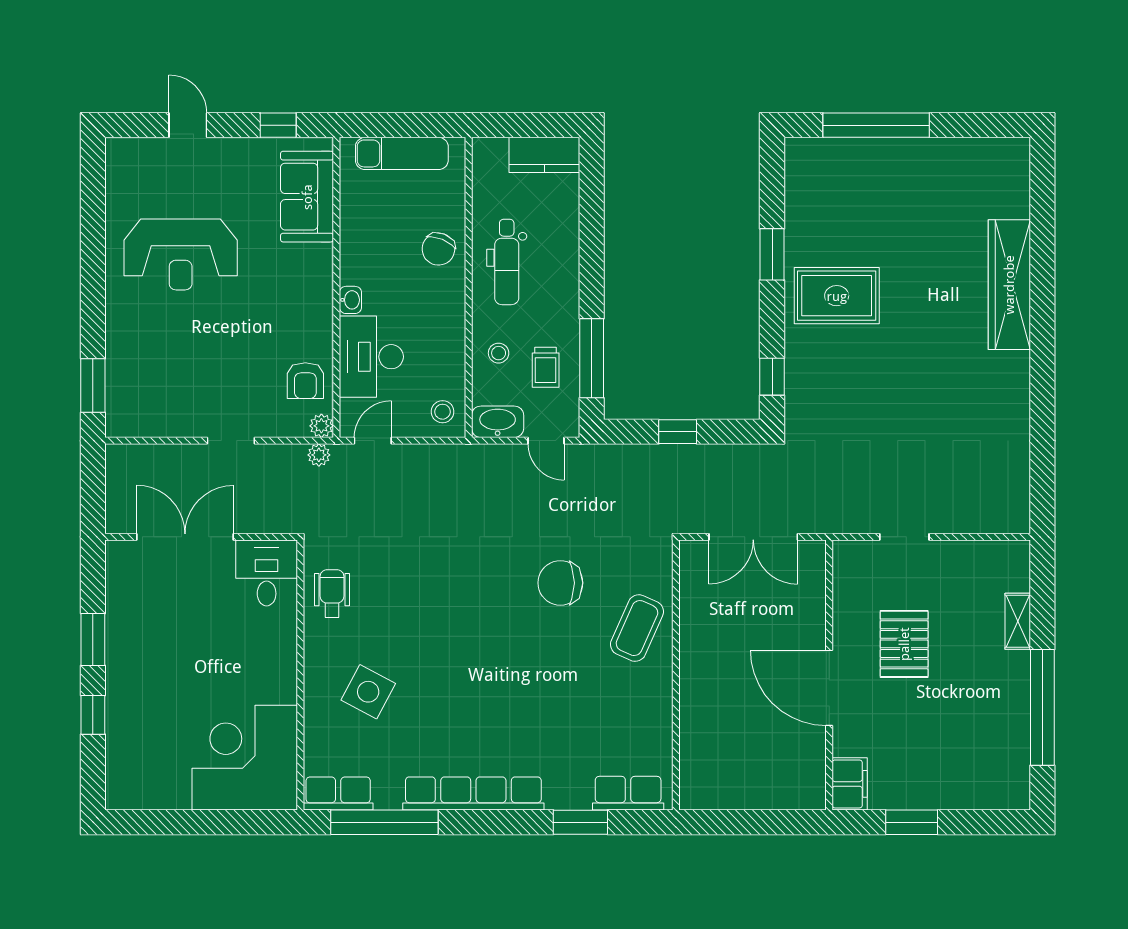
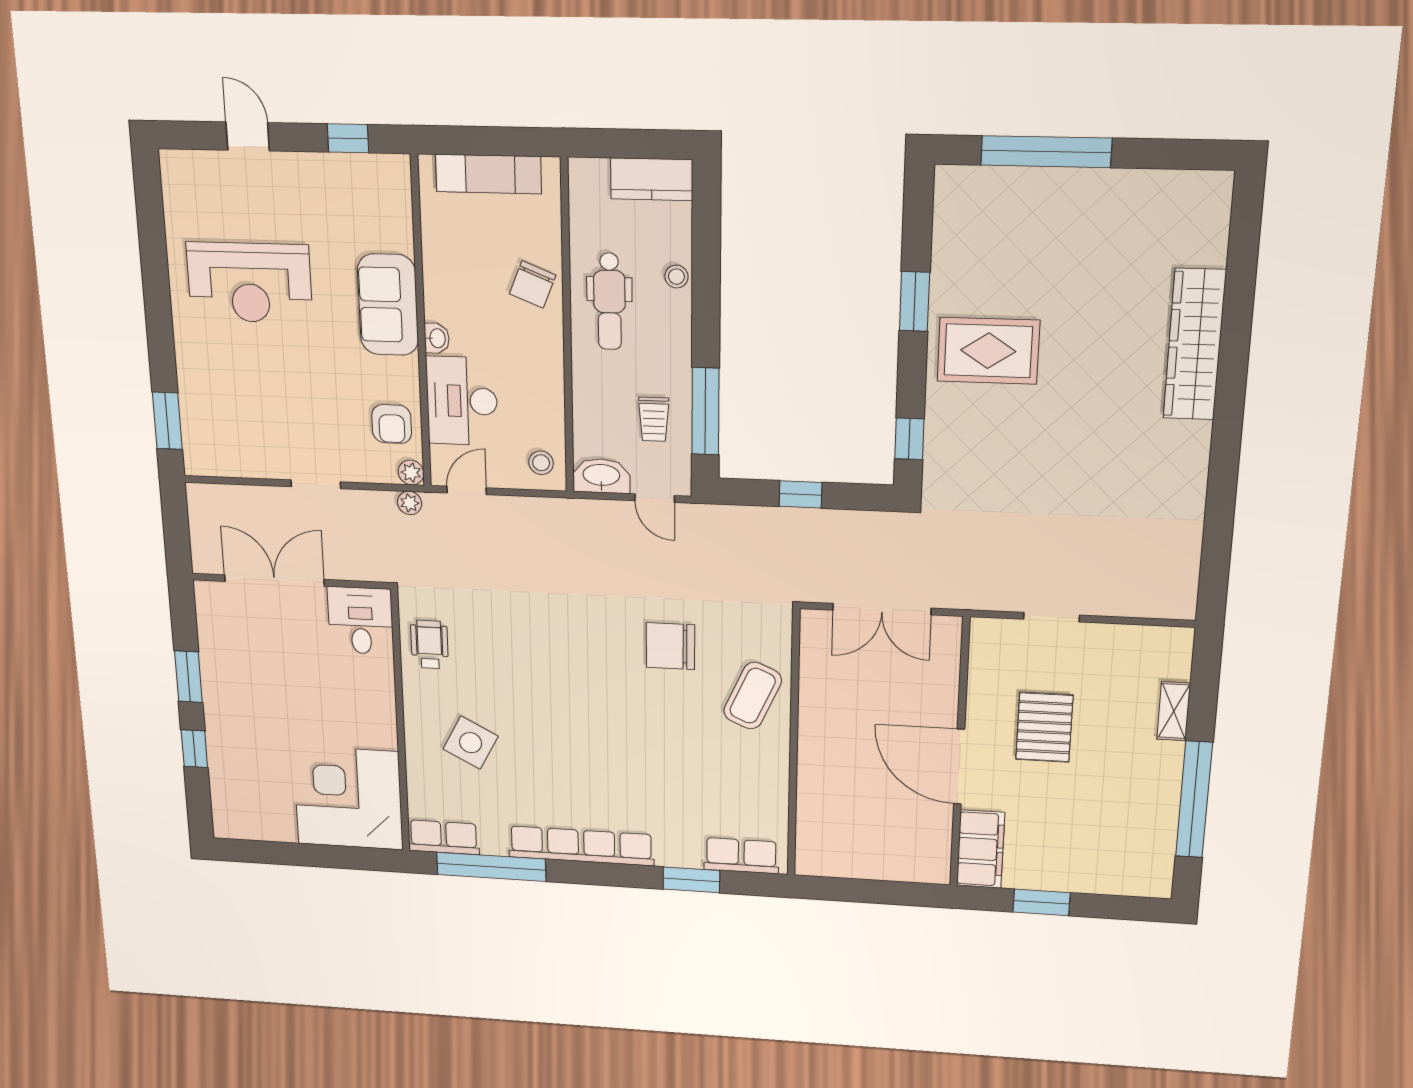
sofa: (307, 197) -> (388, 305), moved
stool: (499, 353) -> (676, 277), moved
filing cabinet: (850, 784) -> (981, 849), width x1.50, depth x1.17

